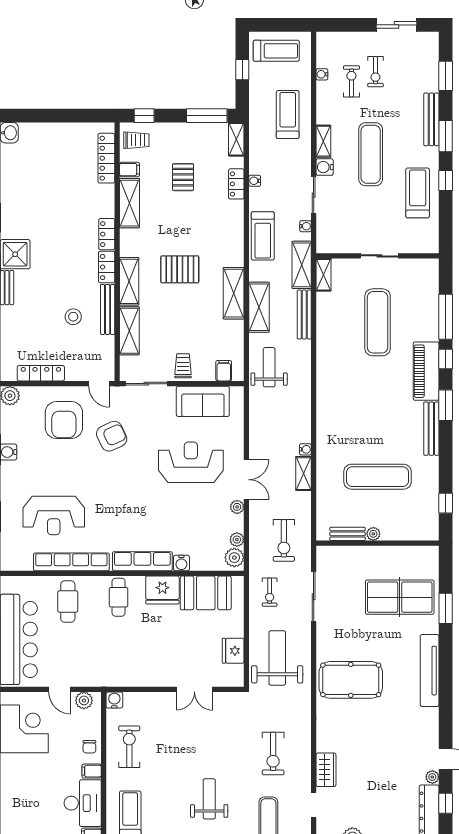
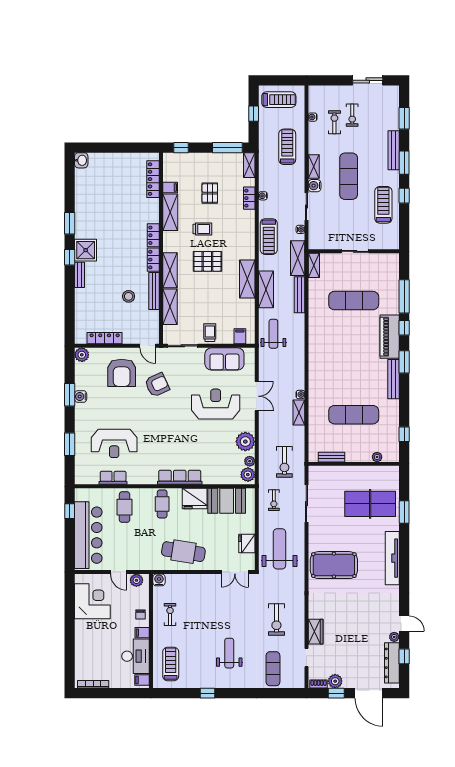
trolley: (136, 140) -> (202, 229), moved
exercise mat: (378, 322) -> (354, 301), turned 90
double door: (246, 480) -> (257, 396), moved
plant: (237, 507) -> (245, 442), width x1.88, depth x1.88
plant: (373, 534) -> (377, 457), moved
row of seats: (71, 562) -> (113, 478), width x0.50
water cooler: (181, 563) -> (209, 479), removed
cafe table: (147, 662) -> (183, 552), added
double door: (194, 689) -> (235, 572), moved
exercise bike: (129, 747) -> (170, 614), width x0.73, depth x0.72

